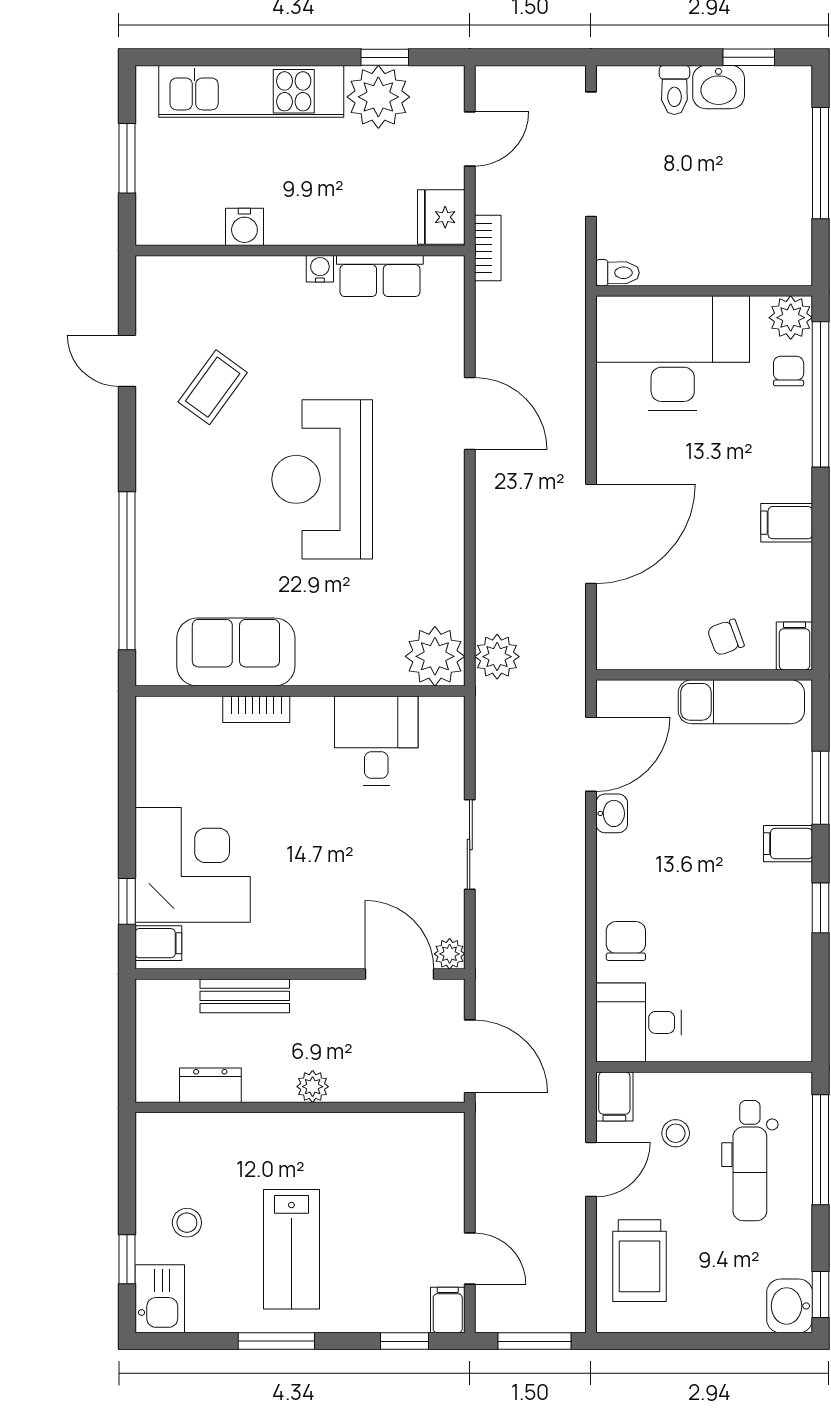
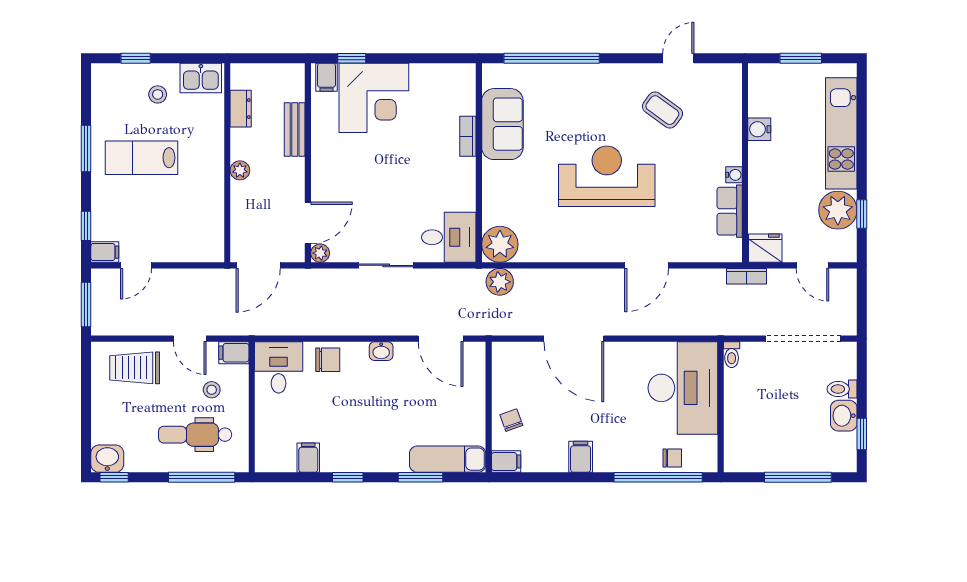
plant: (791, 318) -> (705, 459), removed
exam couch: (741, 702) -> (448, 459), moved, turned 90
desk: (376, 741) -> (449, 237), moved
washbasin: (612, 813) -> (381, 351), moved
filing cabinet: (788, 844) -> (308, 458), moved
kitchen sink: (160, 1299) -> (201, 78), moved

